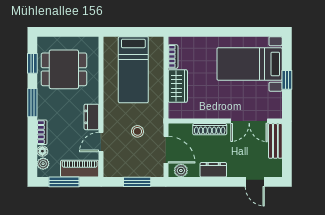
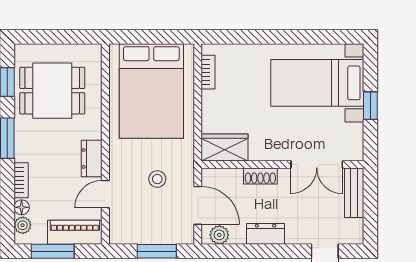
bed: (133, 70) -> (151, 91), width x1.50
wardrobe: (178, 86) -> (225, 147), moved, turned -90
shoe rack: (210, 129) -> (260, 176), width x0.70

